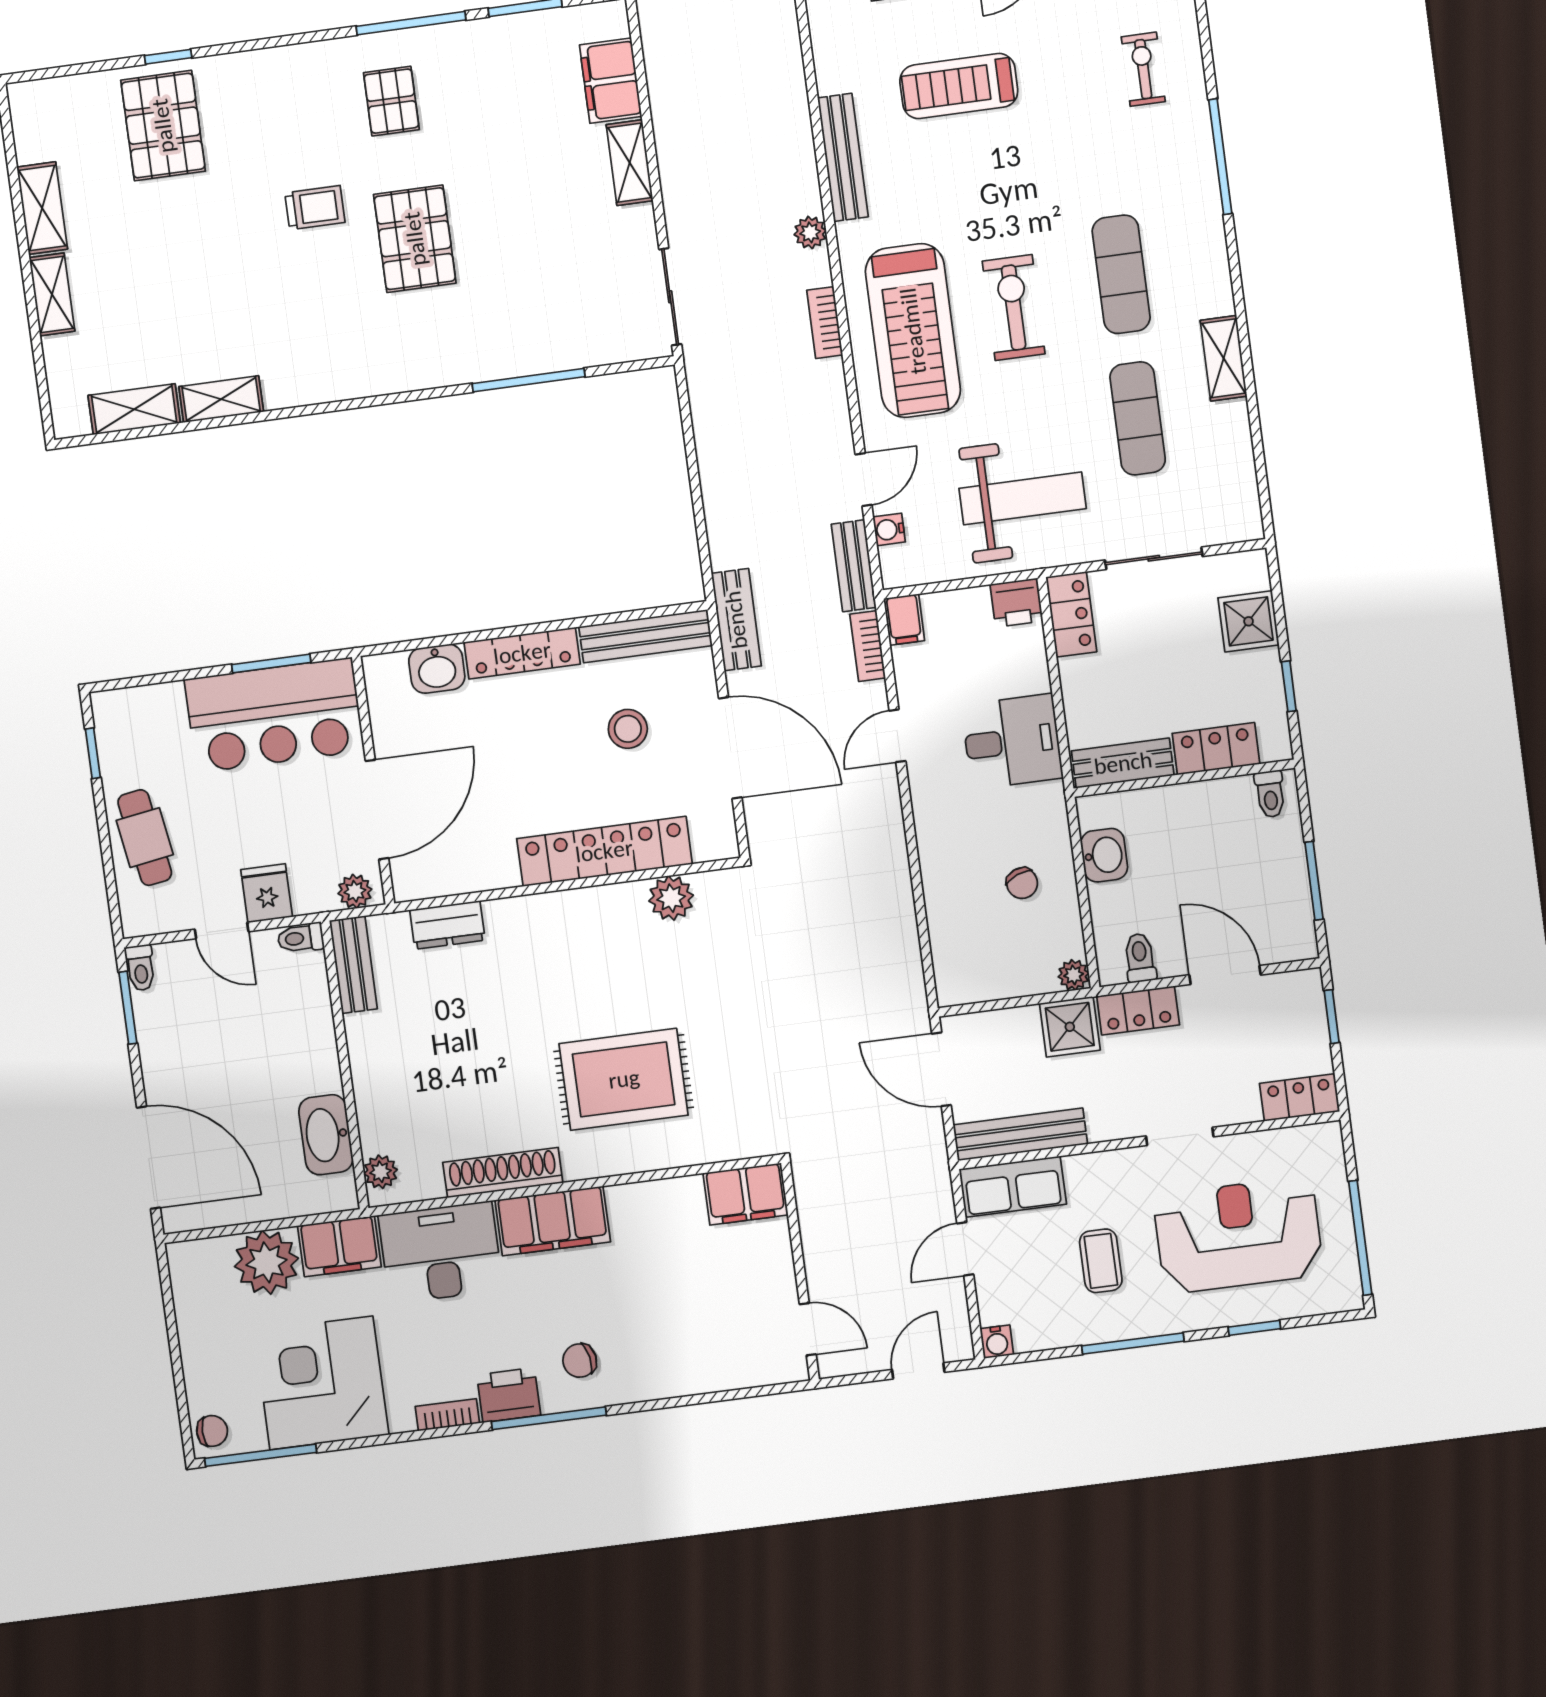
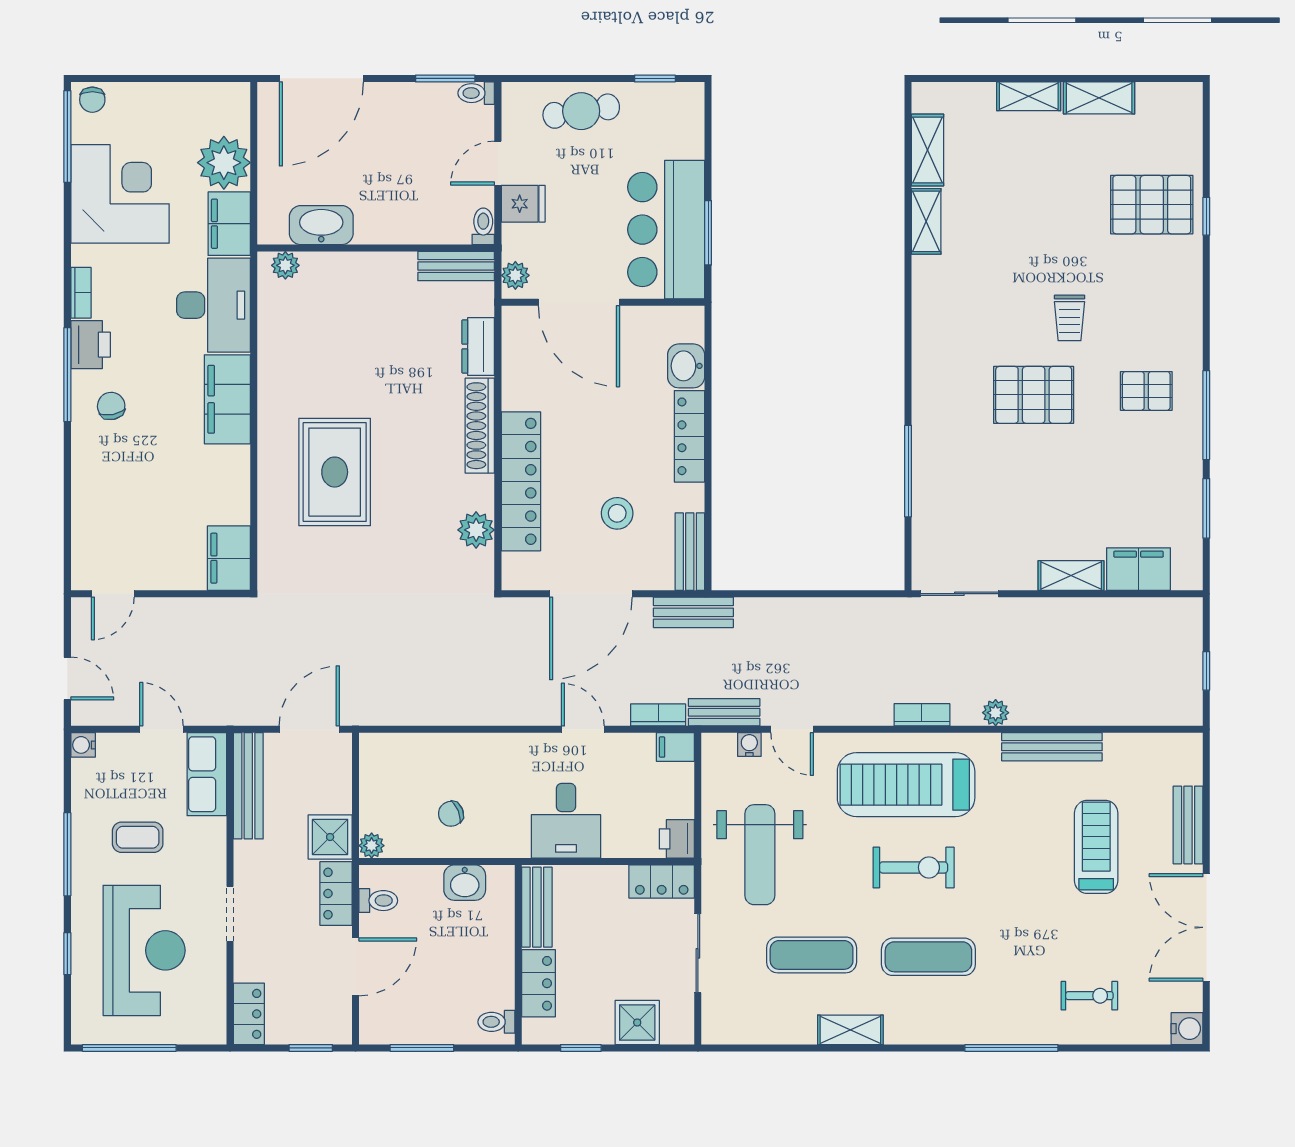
bench: (646, 636) -> (690, 552), width x0.73
shoe rack: (503, 1173) -> (480, 426), moved, turned 180

